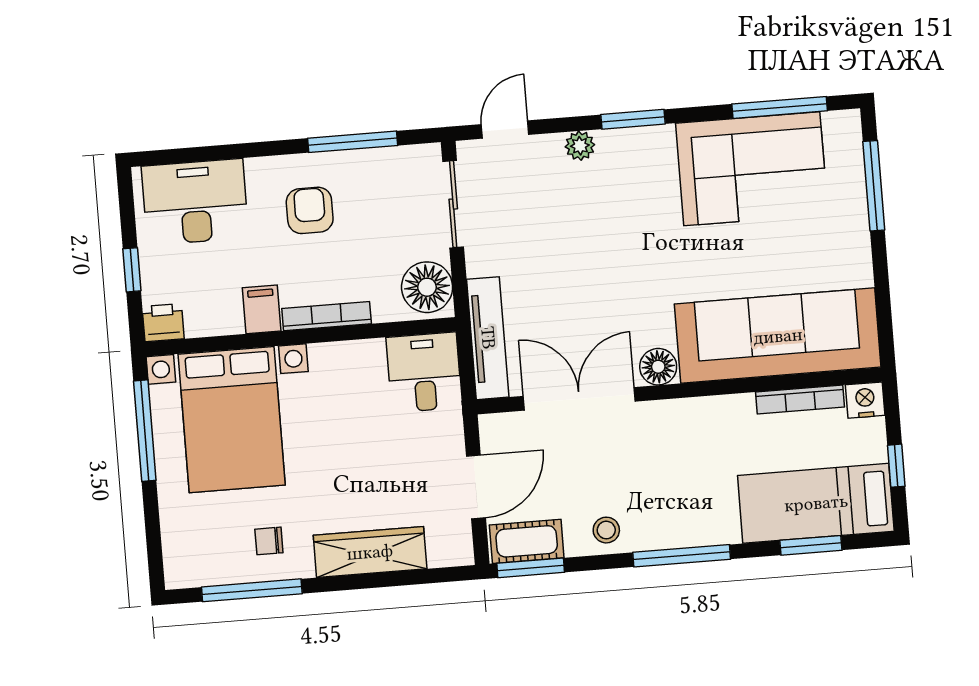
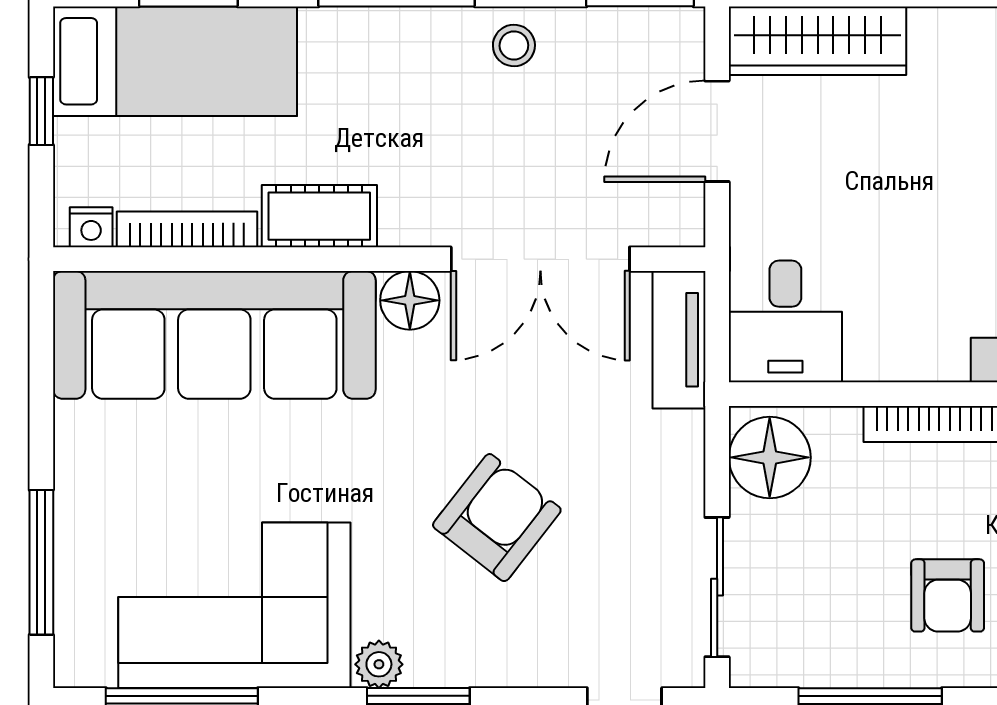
plant: (580, 146) -> (379, 664), moved
armchair: (593, 236) -> (497, 518), added
tv unit: (488, 338) -> (679, 340), width x0.71
nightstand: (865, 400) -> (91, 227), width x0.72, depth x0.74
cot: (527, 541) -> (319, 216), moved
wardrobe: (370, 552) -> (818, 41), moved

